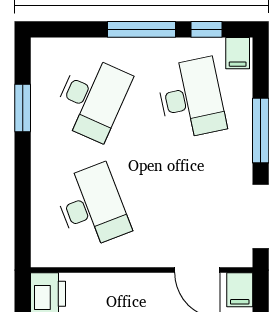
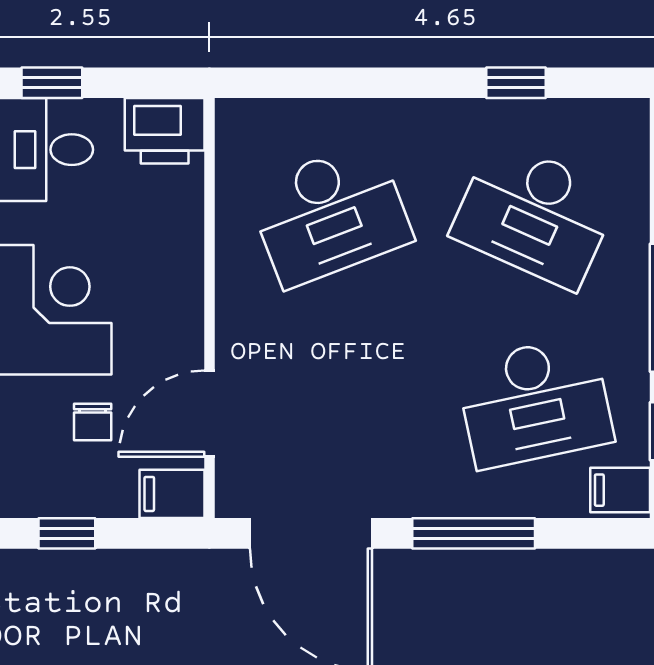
window: (23, 108) -> (516, 83), width x0.67

